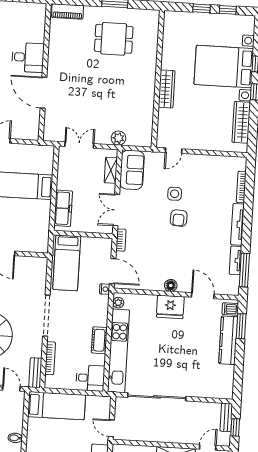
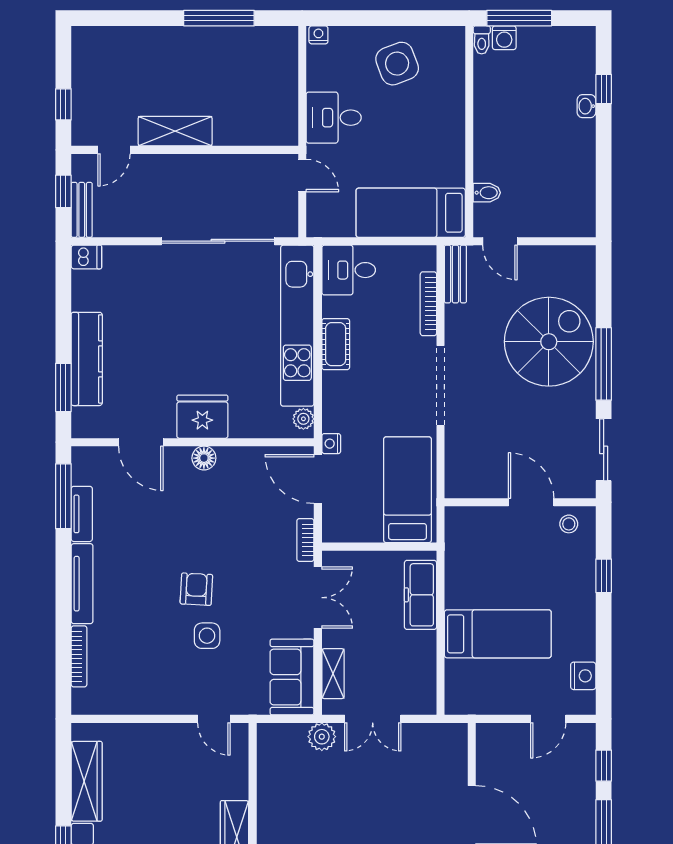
double door: (79, 145) -> (373, 719), moved
door: (174, 151) -> (214, 719), swing flipped
dishwasher: (230, 309) -> (86, 257), moved
bidet: (15, 438) -> (487, 193), moved

